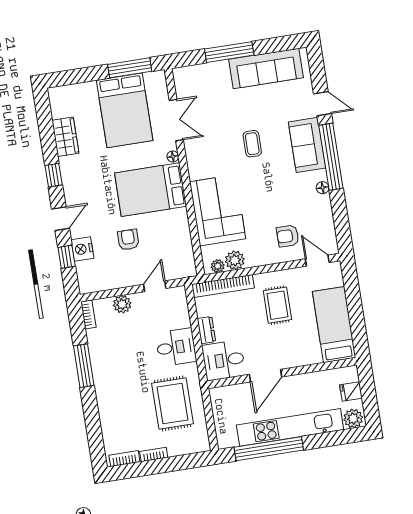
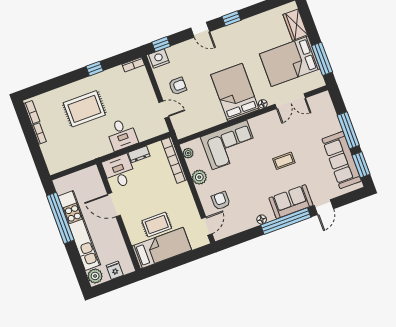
window: (277, 44) -> (361, 165), added
wardrobe: (65, 137) -> (295, 25), moved, turned 90
armchair: (128, 240) -> (178, 86), moved
nightstand: (82, 249) -> (159, 58), moved
window: (67, 257) -> (161, 44), moved
plant: (235, 260) -> (199, 177), moved
plant: (122, 304) -> (146, 88), removed
rug: (277, 305) -> (157, 224), moved
window: (84, 366) -> (95, 69), width x0.46
rug: (172, 403) -> (84, 109), moved

